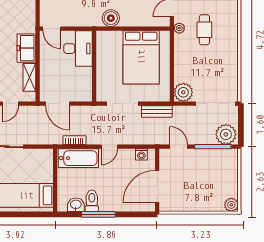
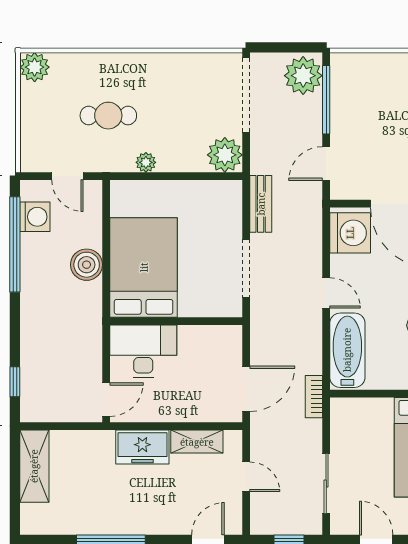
boiler: (111, 18) -> (87, 265), moved
plant: (179, 28) -> (146, 162), moved
bed: (141, 57) -> (144, 267), moved, turned -90
bookcase: (74, 140) -> (314, 397), moved
washing machine: (141, 154) -> (350, 233), width x1.89, depth x1.89

